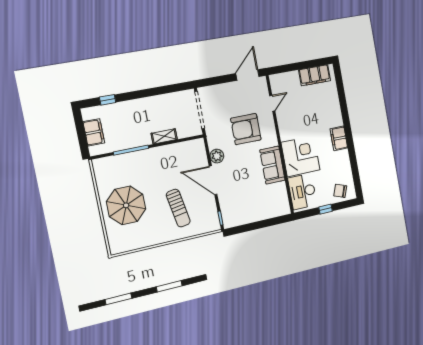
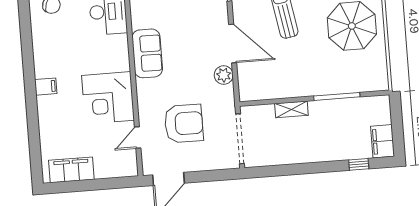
armchair: (246, 129) -> (184, 124), moved
filing cabinet: (94, 132) -> (383, 141), moved
filing cabinet: (339, 138) -> (46, 87), width x0.50
corner desk: (300, 156) -> (108, 98), moved

